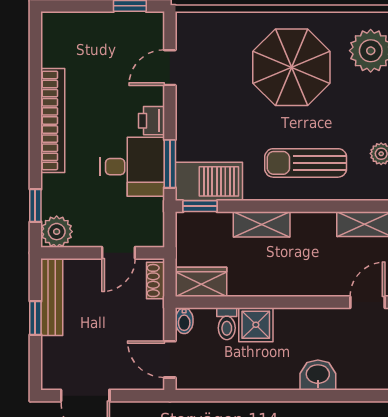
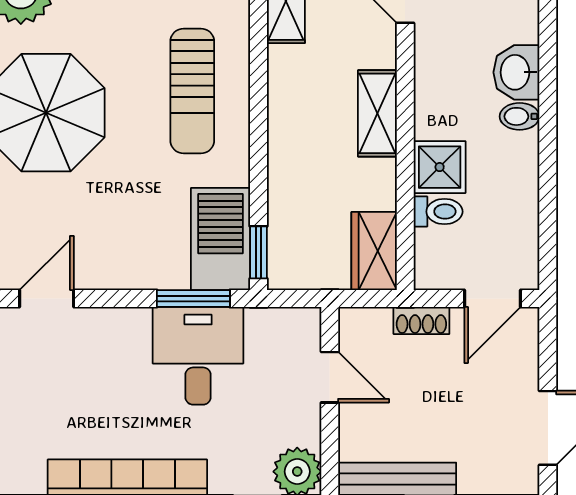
door: (170, 68) -> (47, 298), swing flipped
printer: (151, 121) -> (128, 327), removed
shelving: (262, 224) -> (377, 113), moved
shoe rack: (155, 281) -> (421, 321), moved
bidet: (184, 321) -> (520, 116), moved, turned 180

